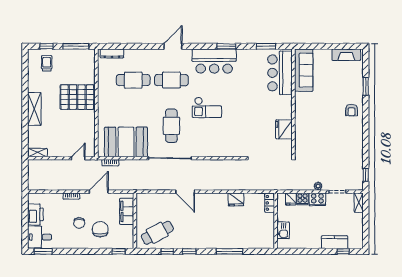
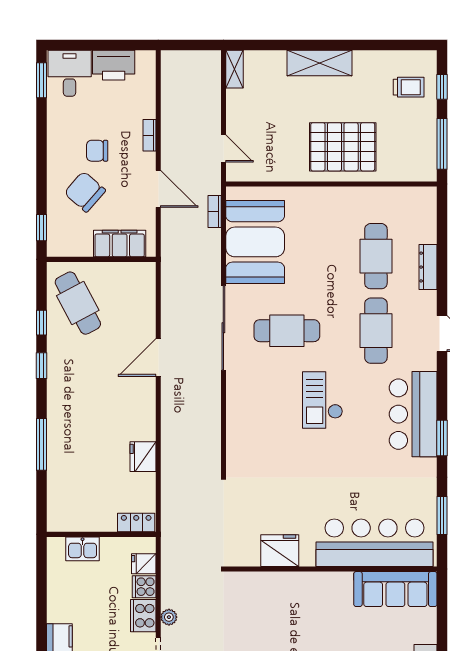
dresser: (112, 53) -> (428, 267), moved
bar counter: (280, 73) -> (375, 543), width x1.36
pallet: (77, 97) -> (343, 147), turned 90
chair: (100, 229) -> (85, 192), turned -139

